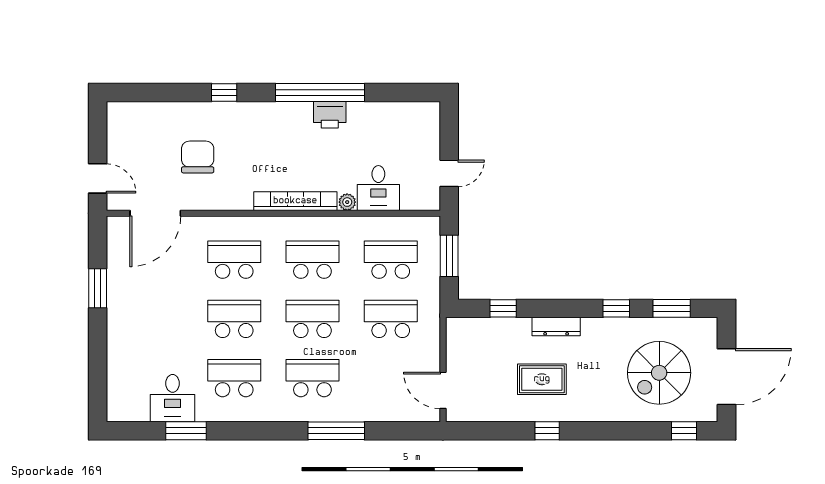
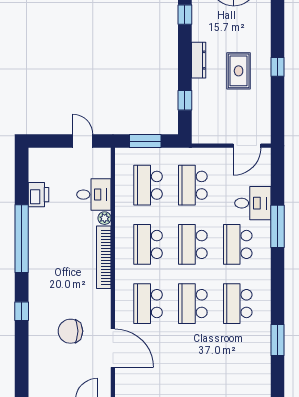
printer: (330, 115) -> (38, 195), moved
door: (155, 213) -> (113, 348), moved
desk: (173, 398) -> (253, 203), moved

